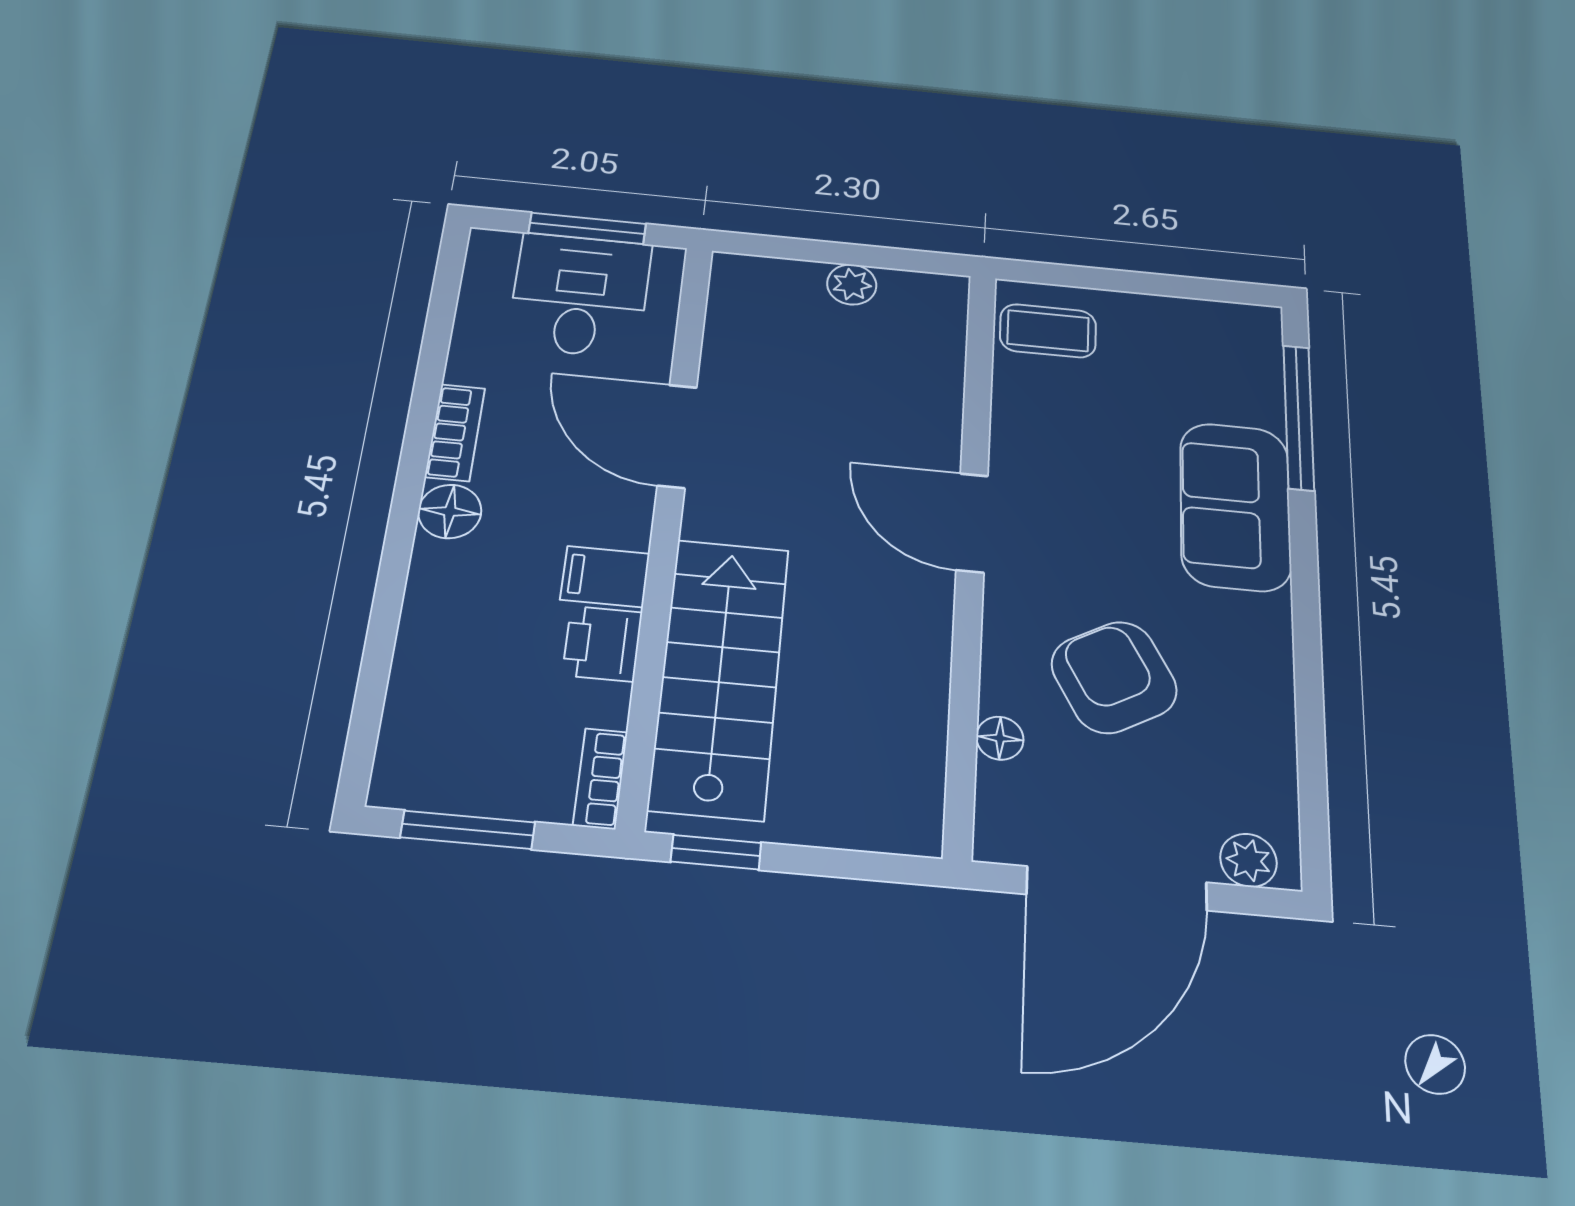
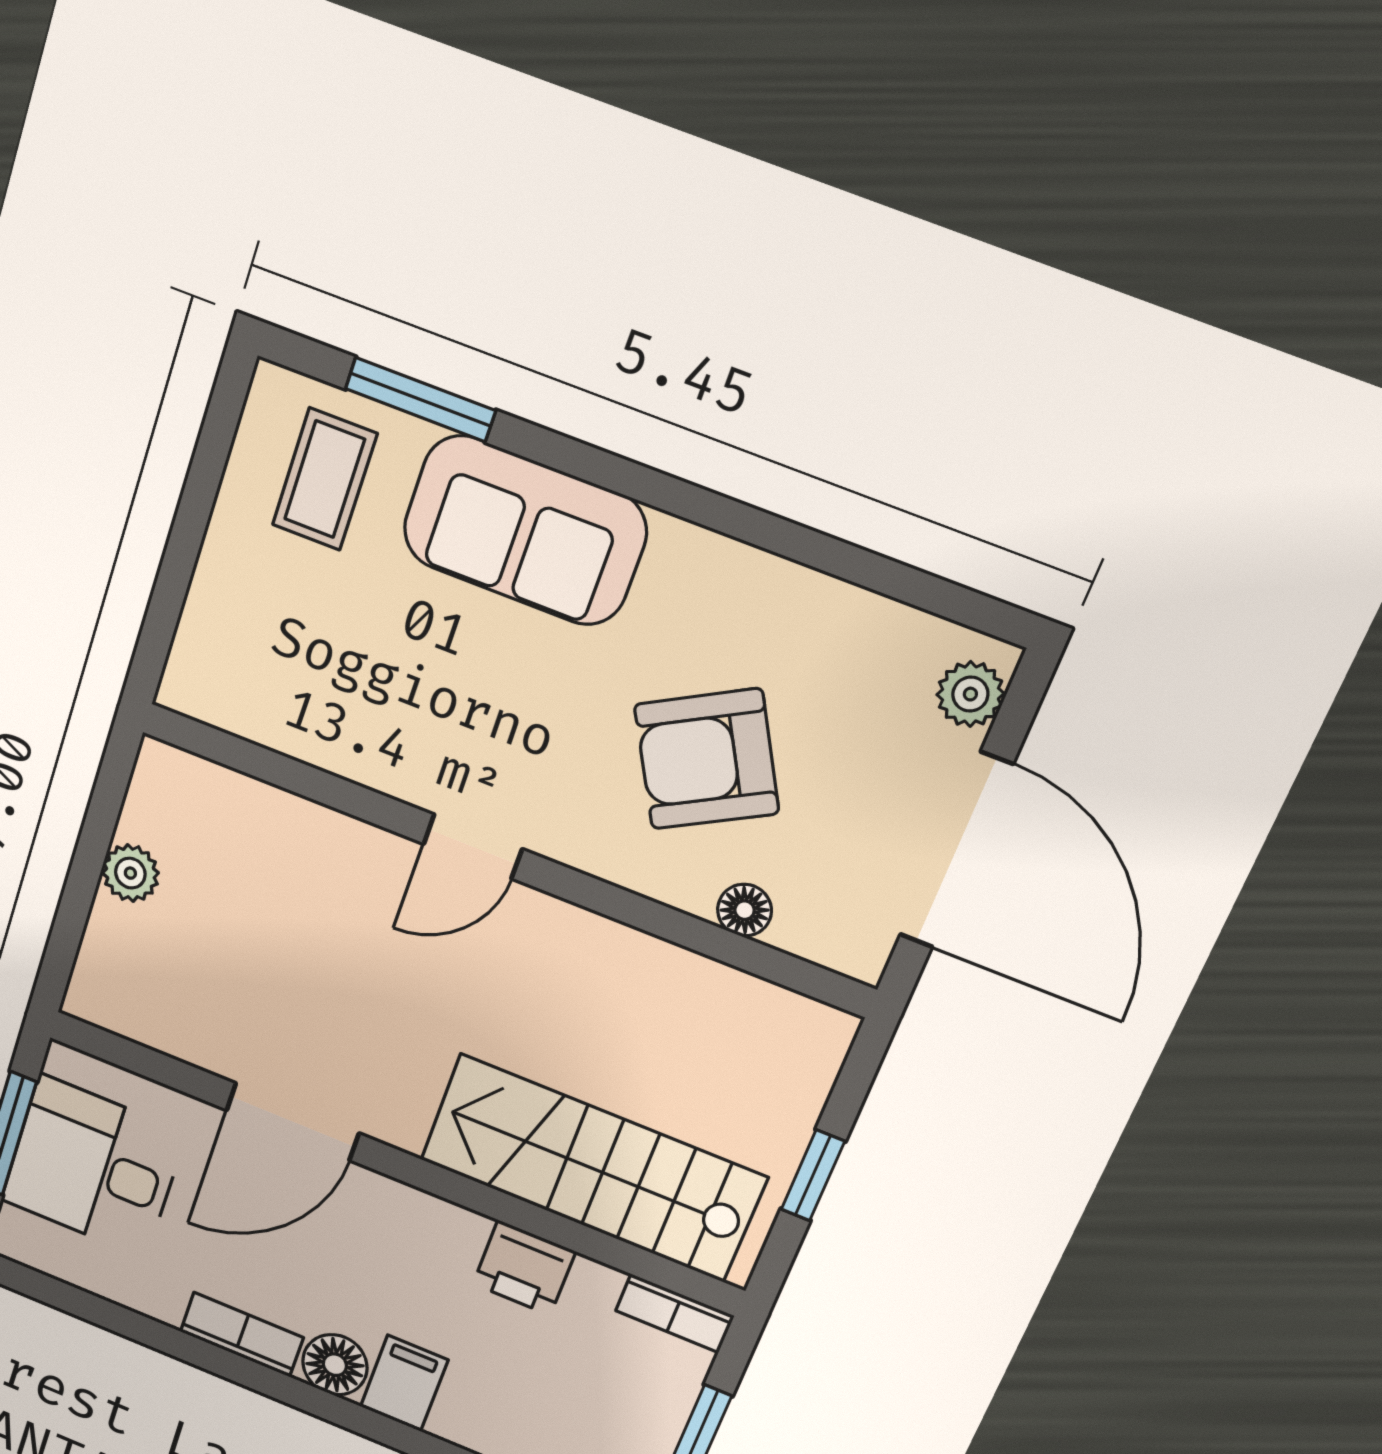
coffee table: (1048, 331) -> (325, 479), moved
window: (1299, 417) -> (420, 400), width x0.69
door: (972, 523) -> (473, 847), width x0.73
filing cabinet: (605, 577) -> (404, 1383), moved, turned 180
window: (716, 852) -> (813, 1175), moved

